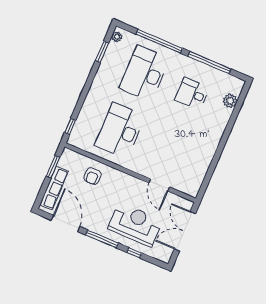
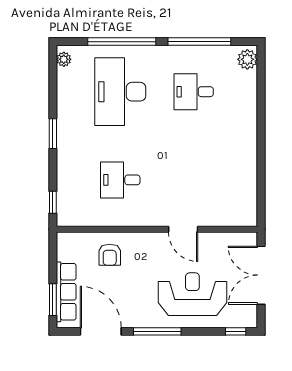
window: (102, 52) -> (53, 134), moved
plant: (230, 101) -> (247, 59), moved
desk: (120, 131) -> (120, 180), width x0.53, depth x0.77
window: (53, 167) -> (53, 300), moved
door: (159, 185) -> (183, 229), moved
window: (134, 253) -> (236, 331), moved

